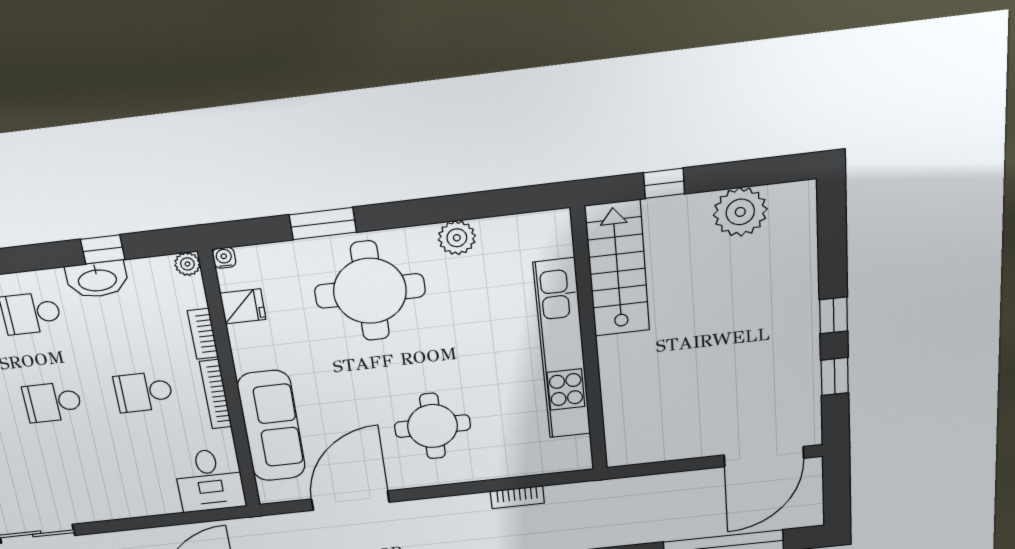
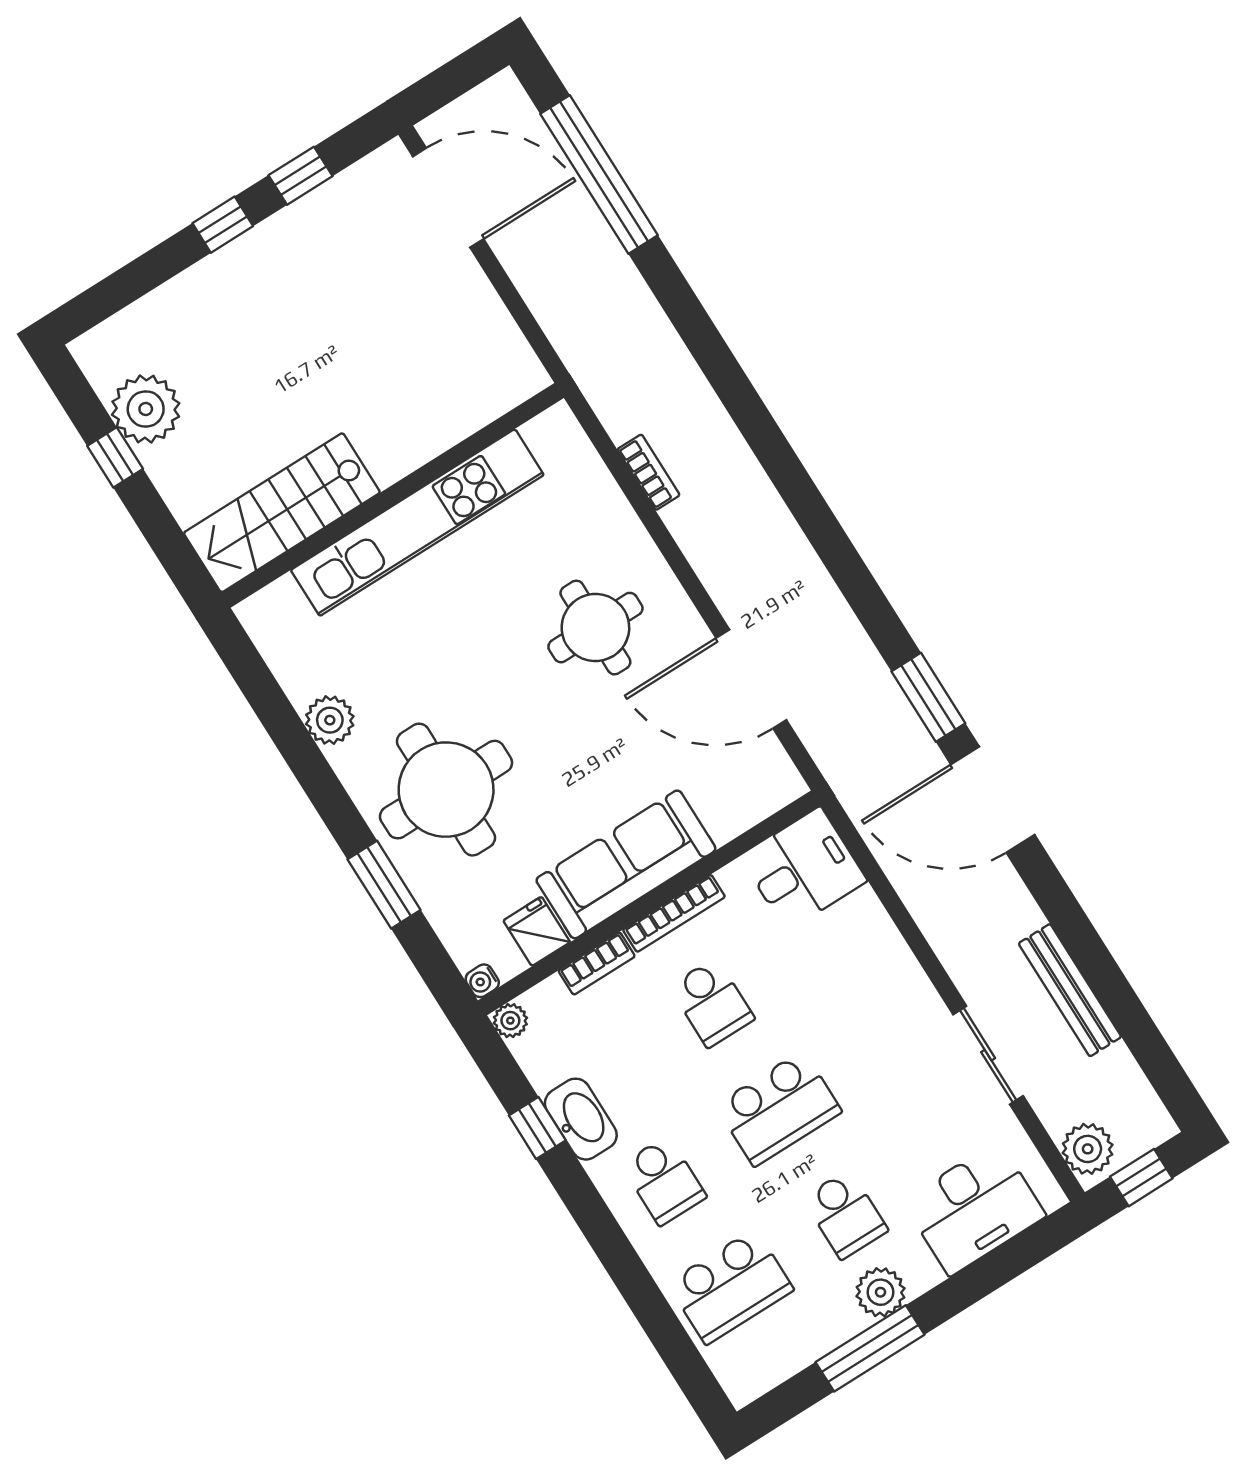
window: (664, 183) -> (115, 457), moved
school desk: (52, 402) -> (779, 1108), width x1.85
sofa: (271, 426) -> (626, 864), moved

